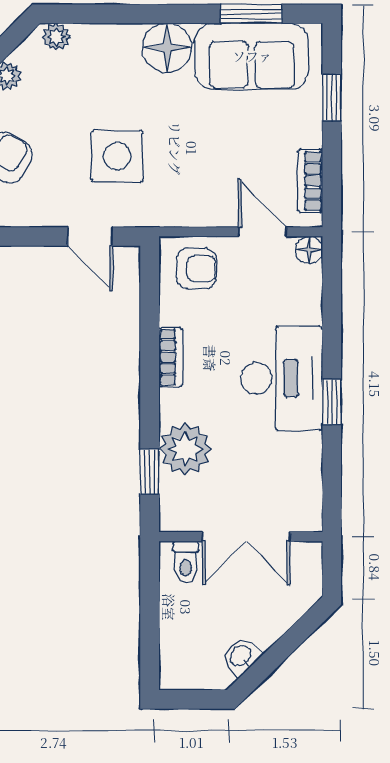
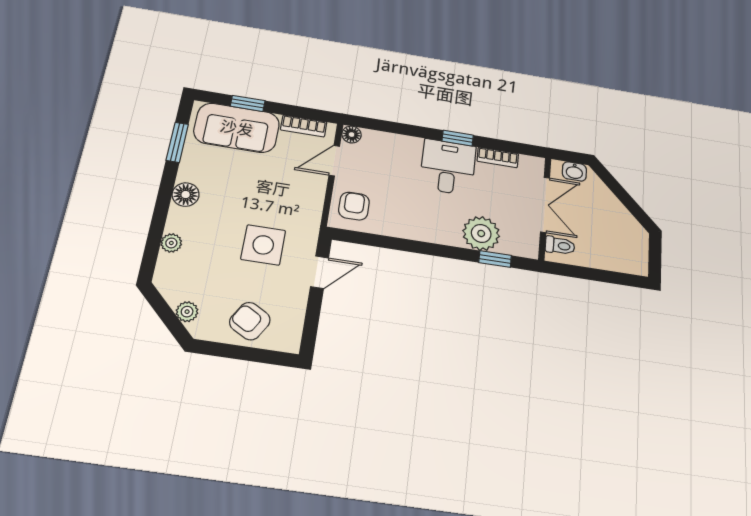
plant: (56, 37) -> (171, 243), moved
floor lamp: (167, 48) -> (186, 195), width x0.73, depth x0.73
sofa: (252, 56) -> (237, 128), moved, turned 90
bookcase: (171, 357) -> (498, 157), moved, turned 180
desk: (282, 378) -> (448, 167), width x0.73
washbasin: (241, 656) -> (574, 171), moved, turned -46

